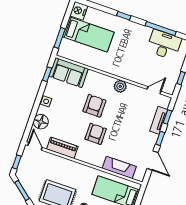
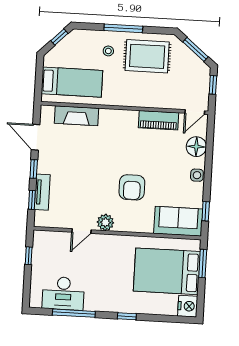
bed: (88, 34) -> (167, 271), width x1.50
door: (154, 90) -> (81, 231), moved
armchair: (96, 134) -> (120, 151), removed
door: (35, 146) -> (195, 112), hinge flipped

